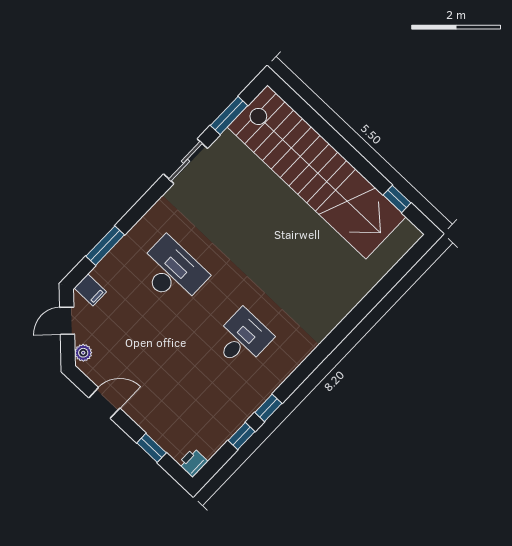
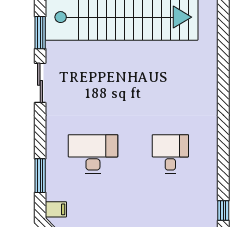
window: (268, 408) -> (223, 180), removed

